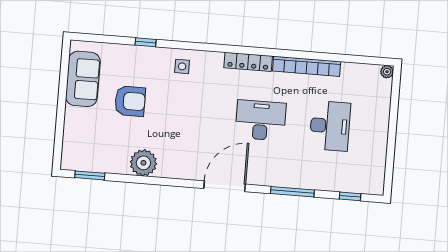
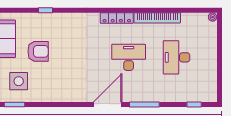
side table: (182, 66) -> (19, 81), moved, width x1.87, depth x1.87
desk: (330, 126) -> (177, 57), turned 180
plant: (143, 163) -> (51, 93), removed
window: (292, 192) -> (144, 105), moved

